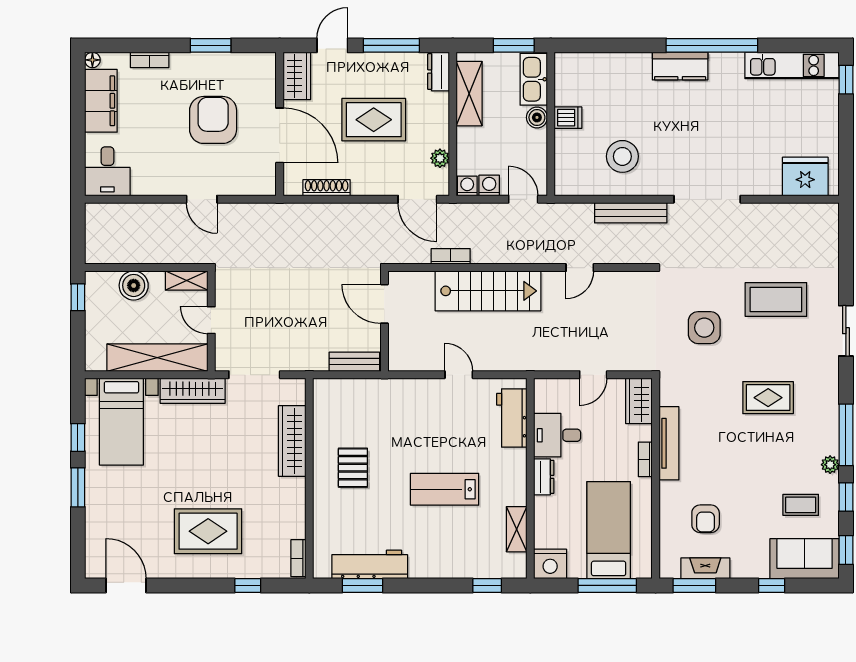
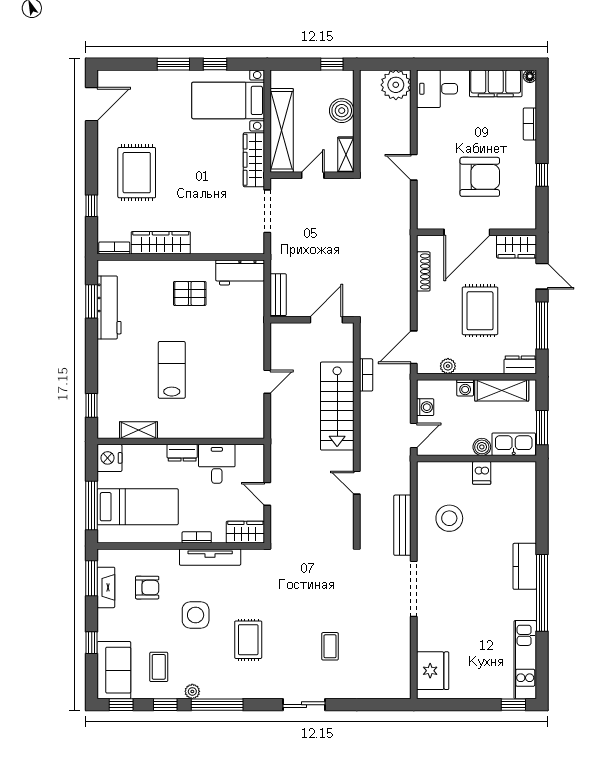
window: (211, 45) -> (542, 175), width x0.67
washing machine: (467, 186) -> (465, 388), moved, turned 90
door: (202, 199) -> (414, 167), hinge flipped
plant: (103, 221) -> (396, 85), added
coffee table: (776, 300) -> (330, 646), width x0.54, depth x0.58
side table: (704, 328) -> (196, 615), moved
workbench: (512, 418) -> (240, 272), moved, turned 180
wardrobe: (292, 441) -> (161, 243), moved
armchair: (706, 519) -> (147, 588), turned 180

